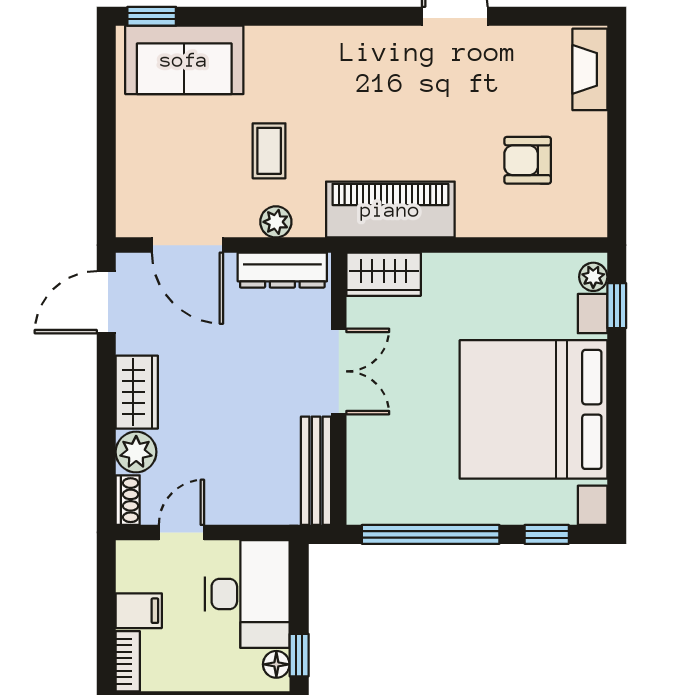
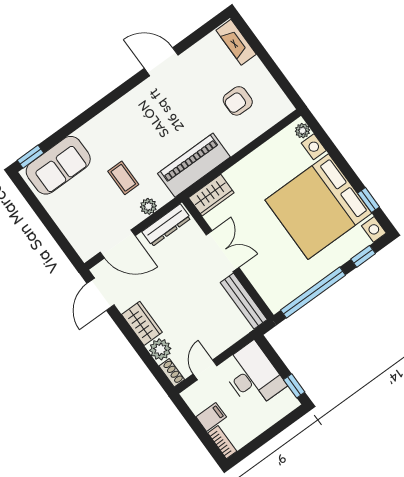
window: (617, 306) -> (369, 200), moved
floor lamp: (276, 664) -> (287, 397), removed

